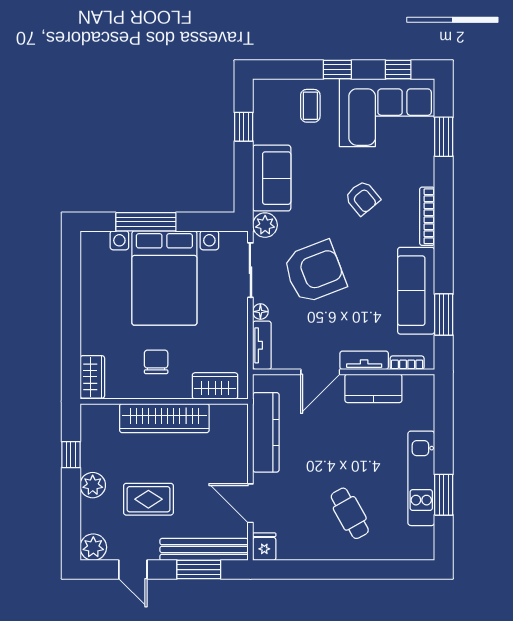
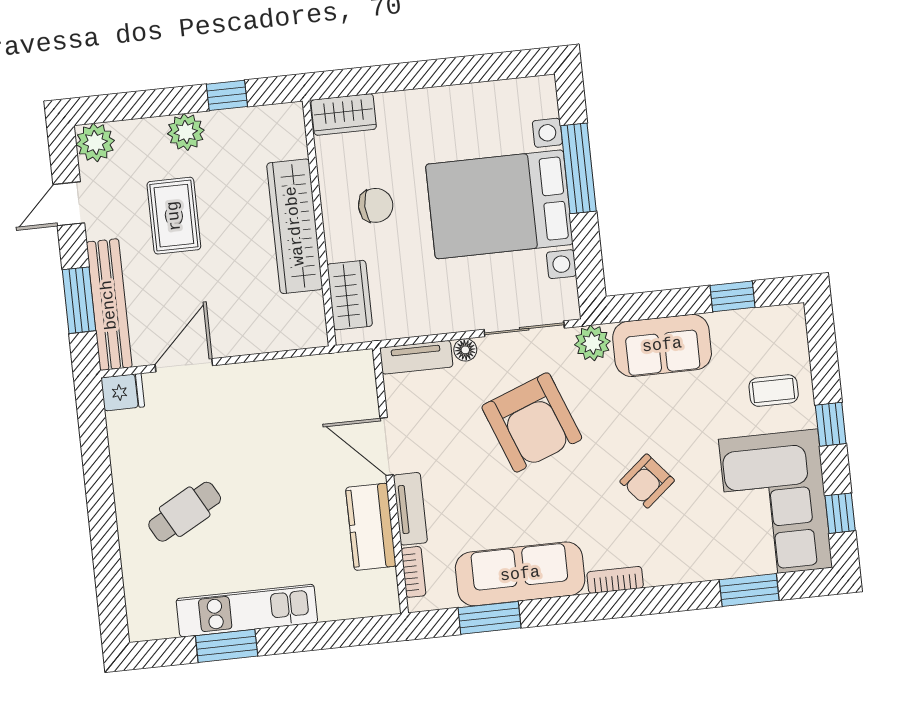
bookcase: (427, 216) -> (615, 580), width x0.64
kitchen counter: (266, 432) -> (290, 377), removed

